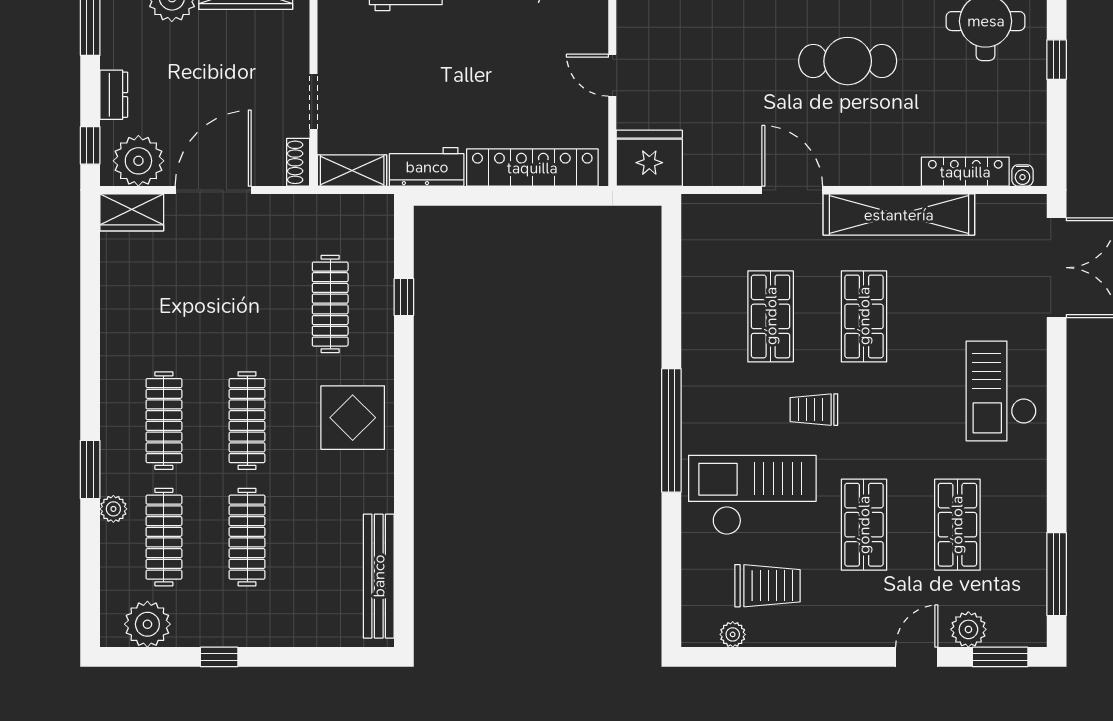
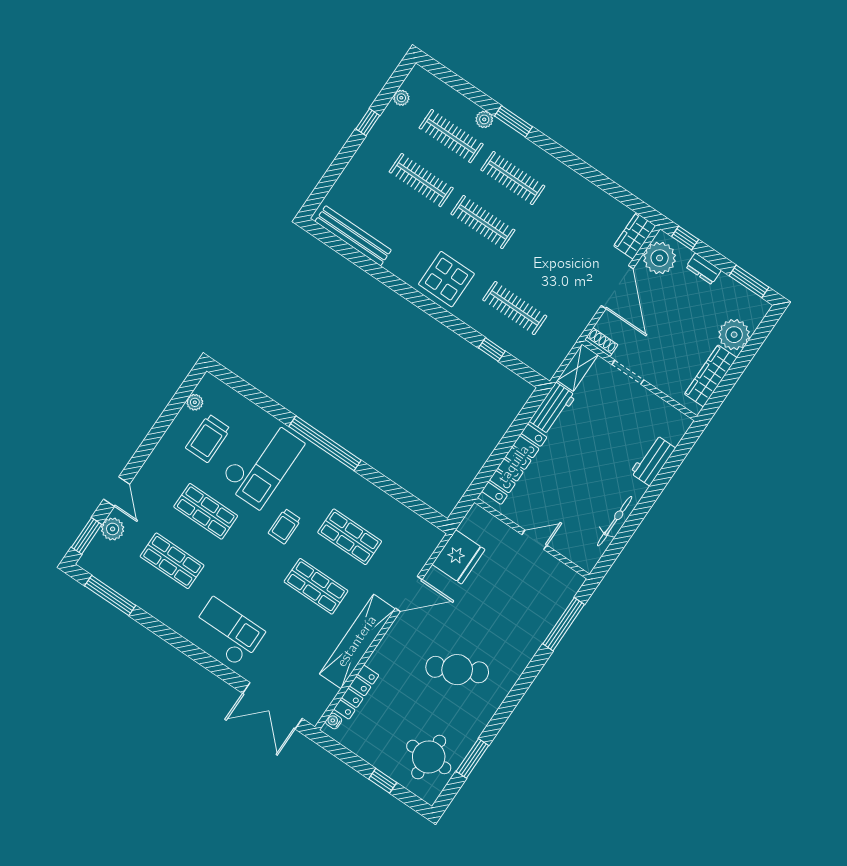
cafe table: (848, 61) -> (457, 670), turned 63
fridge: (649, 158) -> (459, 557), moved
trolley: (814, 410) -> (285, 526), turned 180
plant: (147, 624) -> (401, 98), width x0.53, depth x0.53

